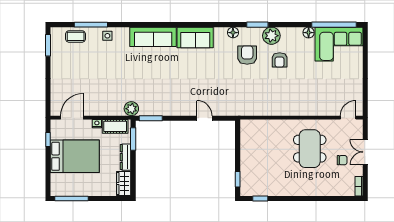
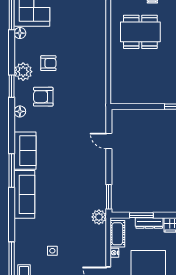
window: (176, 25) -> (12, 171), added
side table: (107, 36) -> (52, 251), moved
door: (205, 118) -> (109, 141), hinge flipped
window: (133, 139) -> (141, 215), moved

